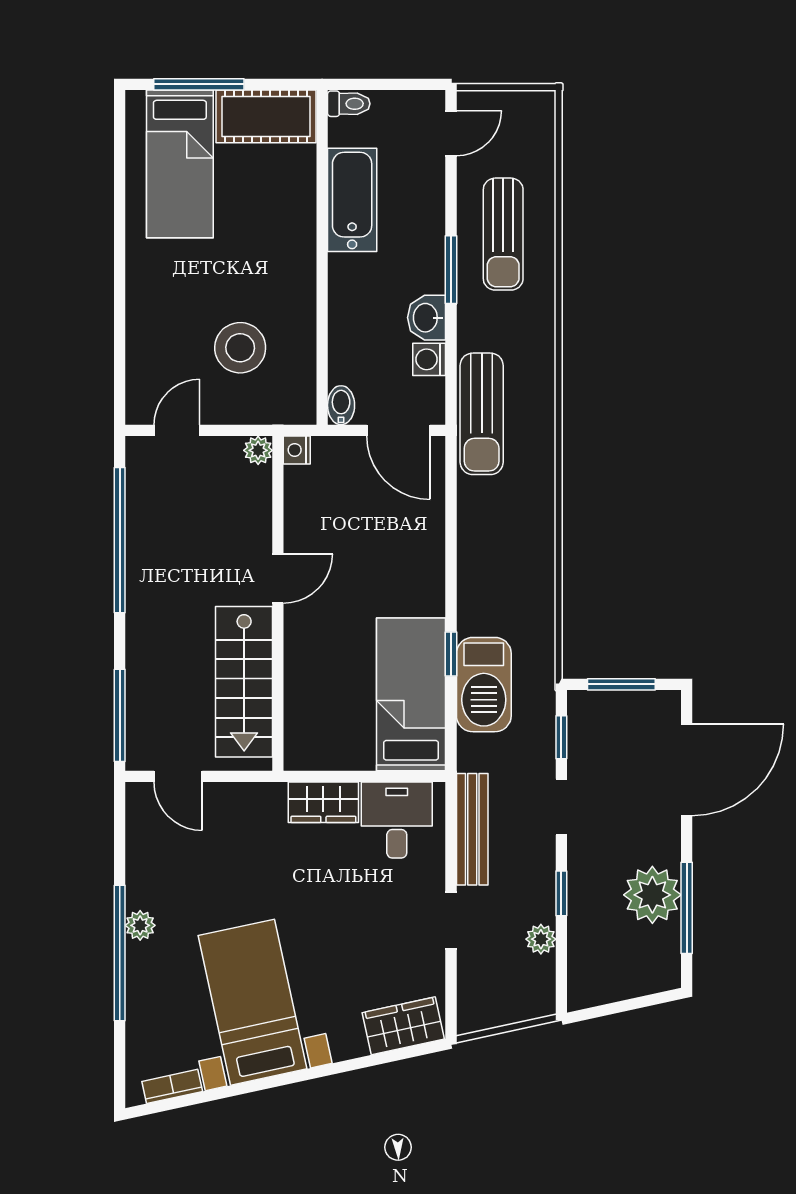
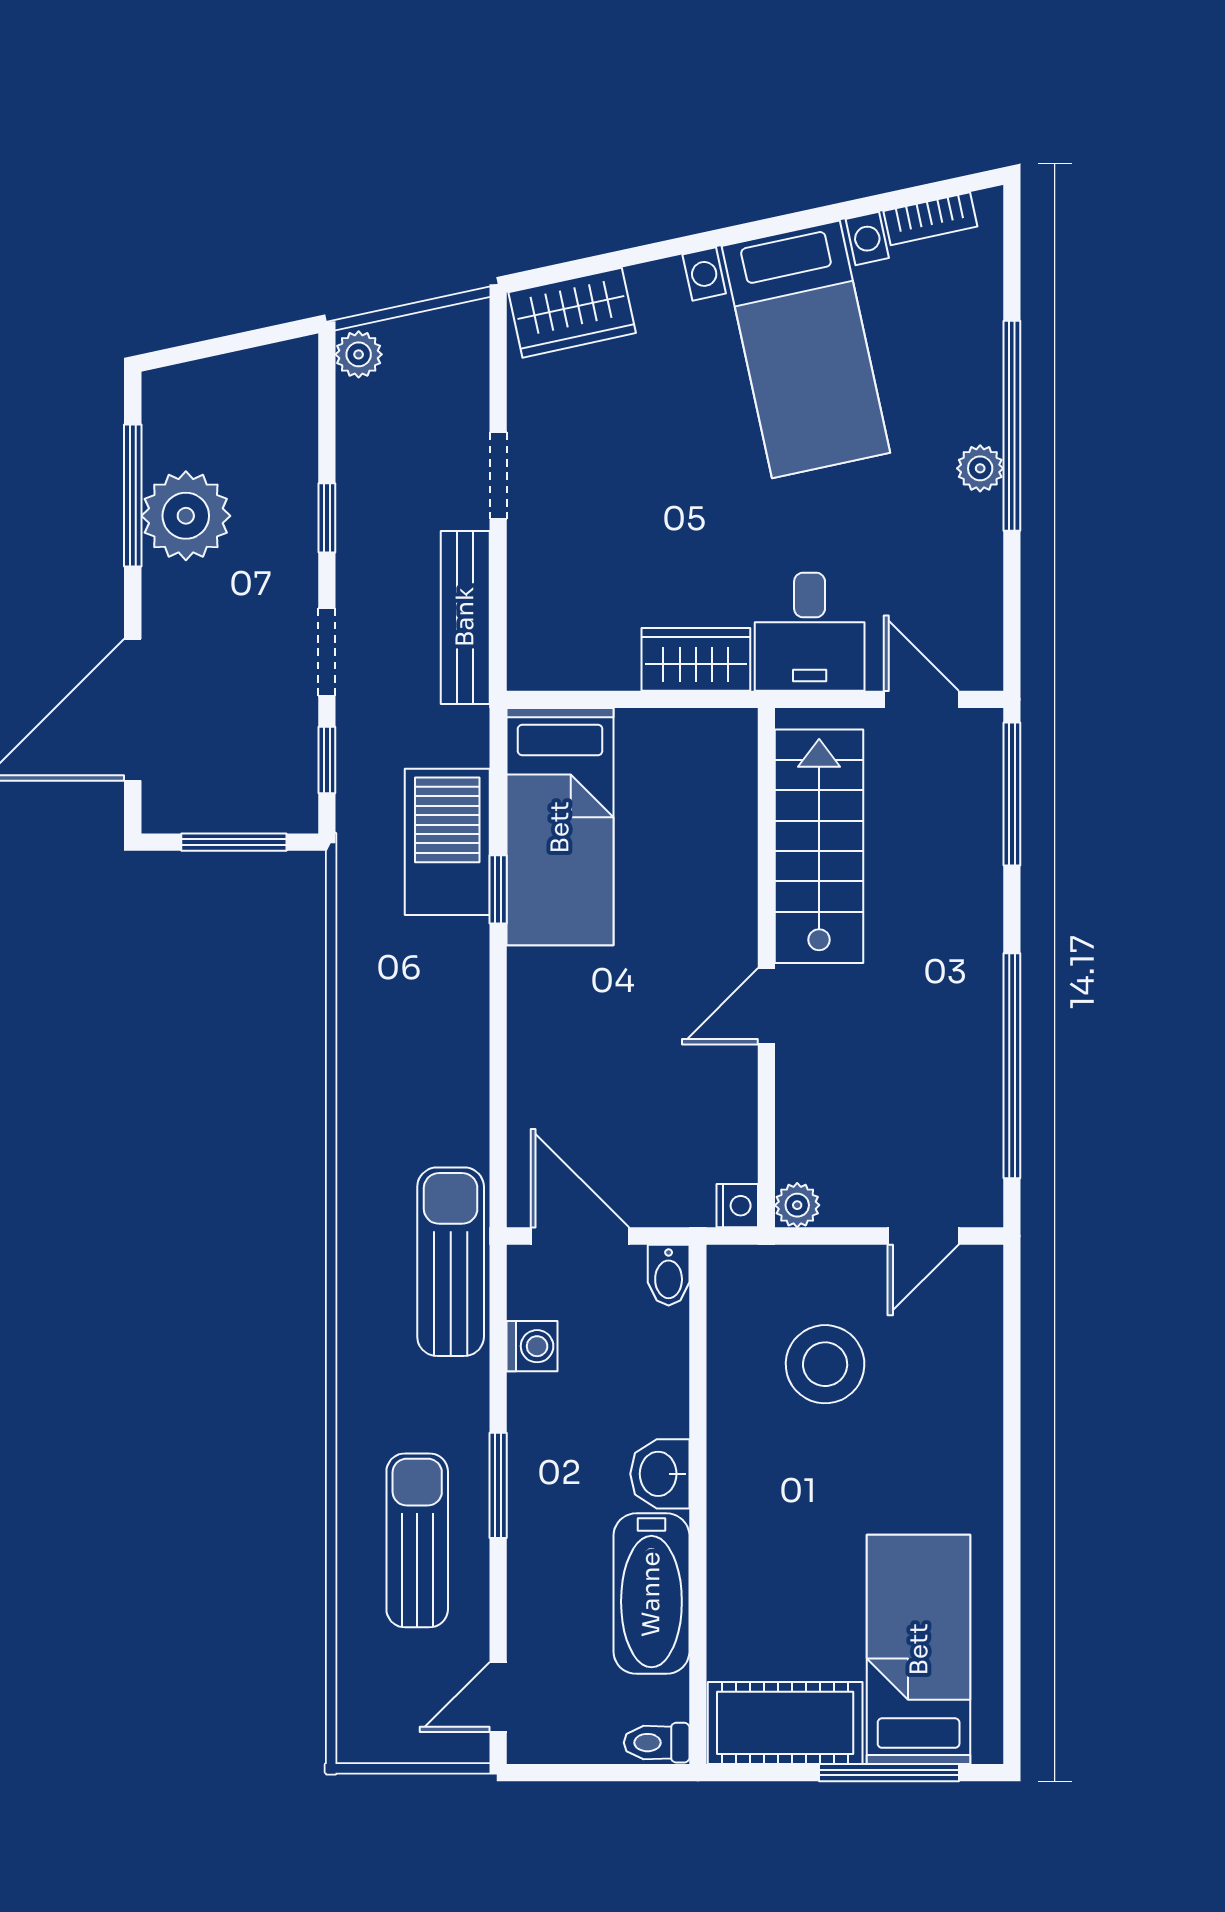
washbasin: (426, 318) -> (660, 1474), moved, turned 180
desk: (397, 820) -> (810, 632), moved
plant: (541, 939) -> (359, 354), moved

